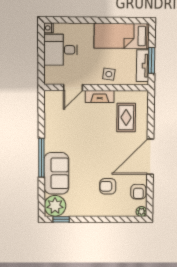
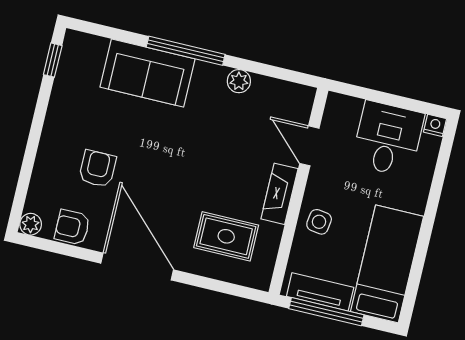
window: (152, 60) -> (326, 312), width x1.44
plant: (55, 206) -> (239, 81), moved, width x0.53, depth x0.53

